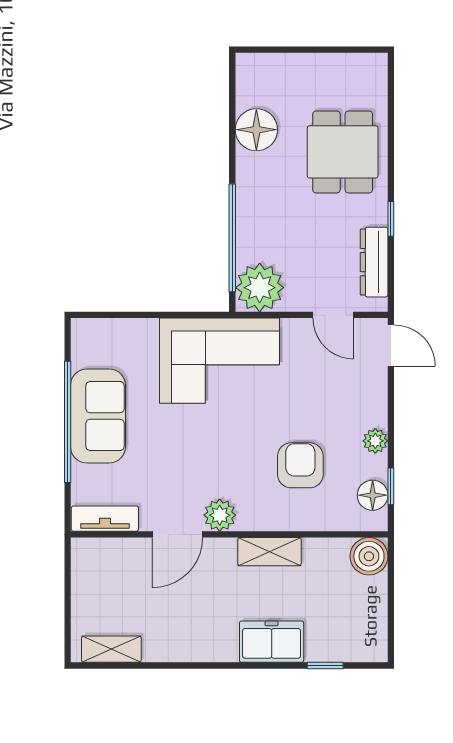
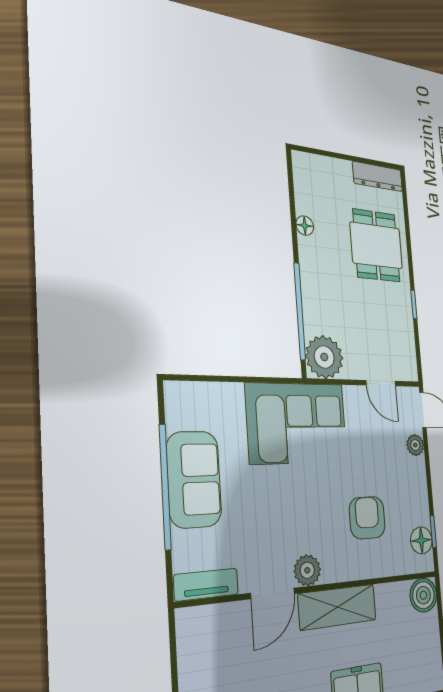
floor lamp: (256, 130) -> (305, 226), width x0.53, depth x0.53
dresser: (374, 262) -> (378, 177), moved, turned -90
plant: (375, 441) -> (415, 445), moved
shelving: (269, 552) -> (337, 607), width x1.50, depth x1.33

